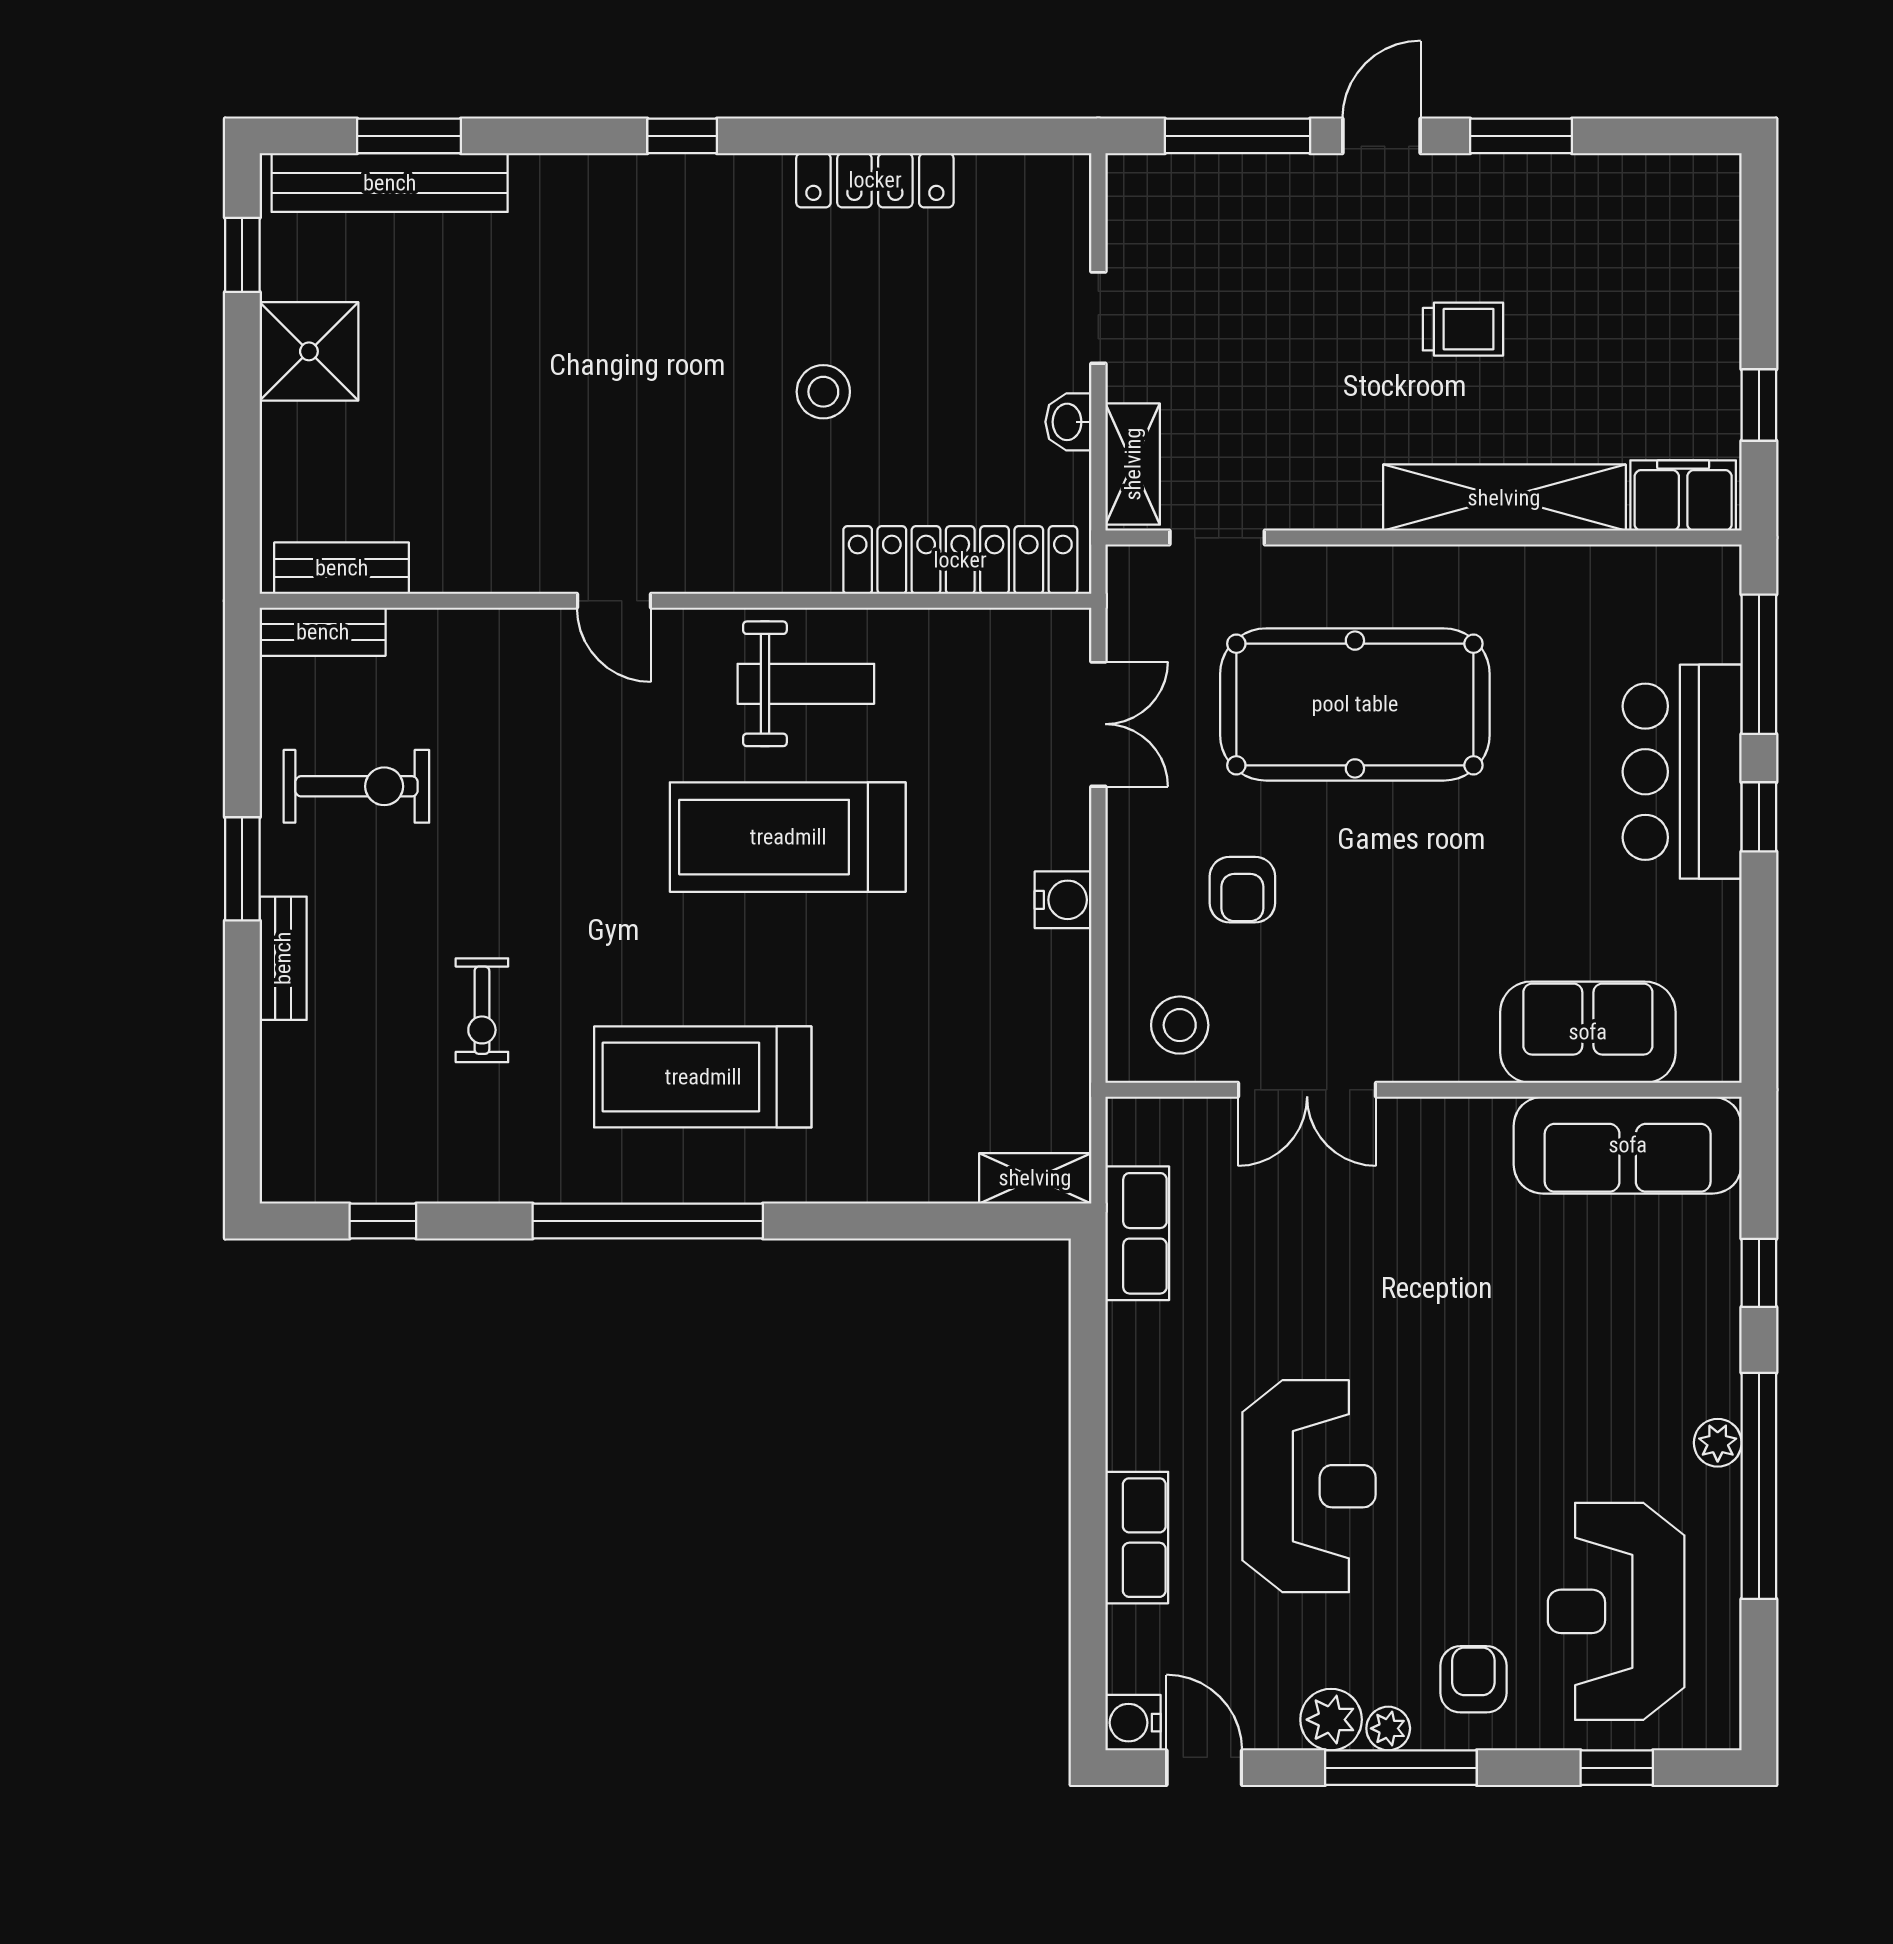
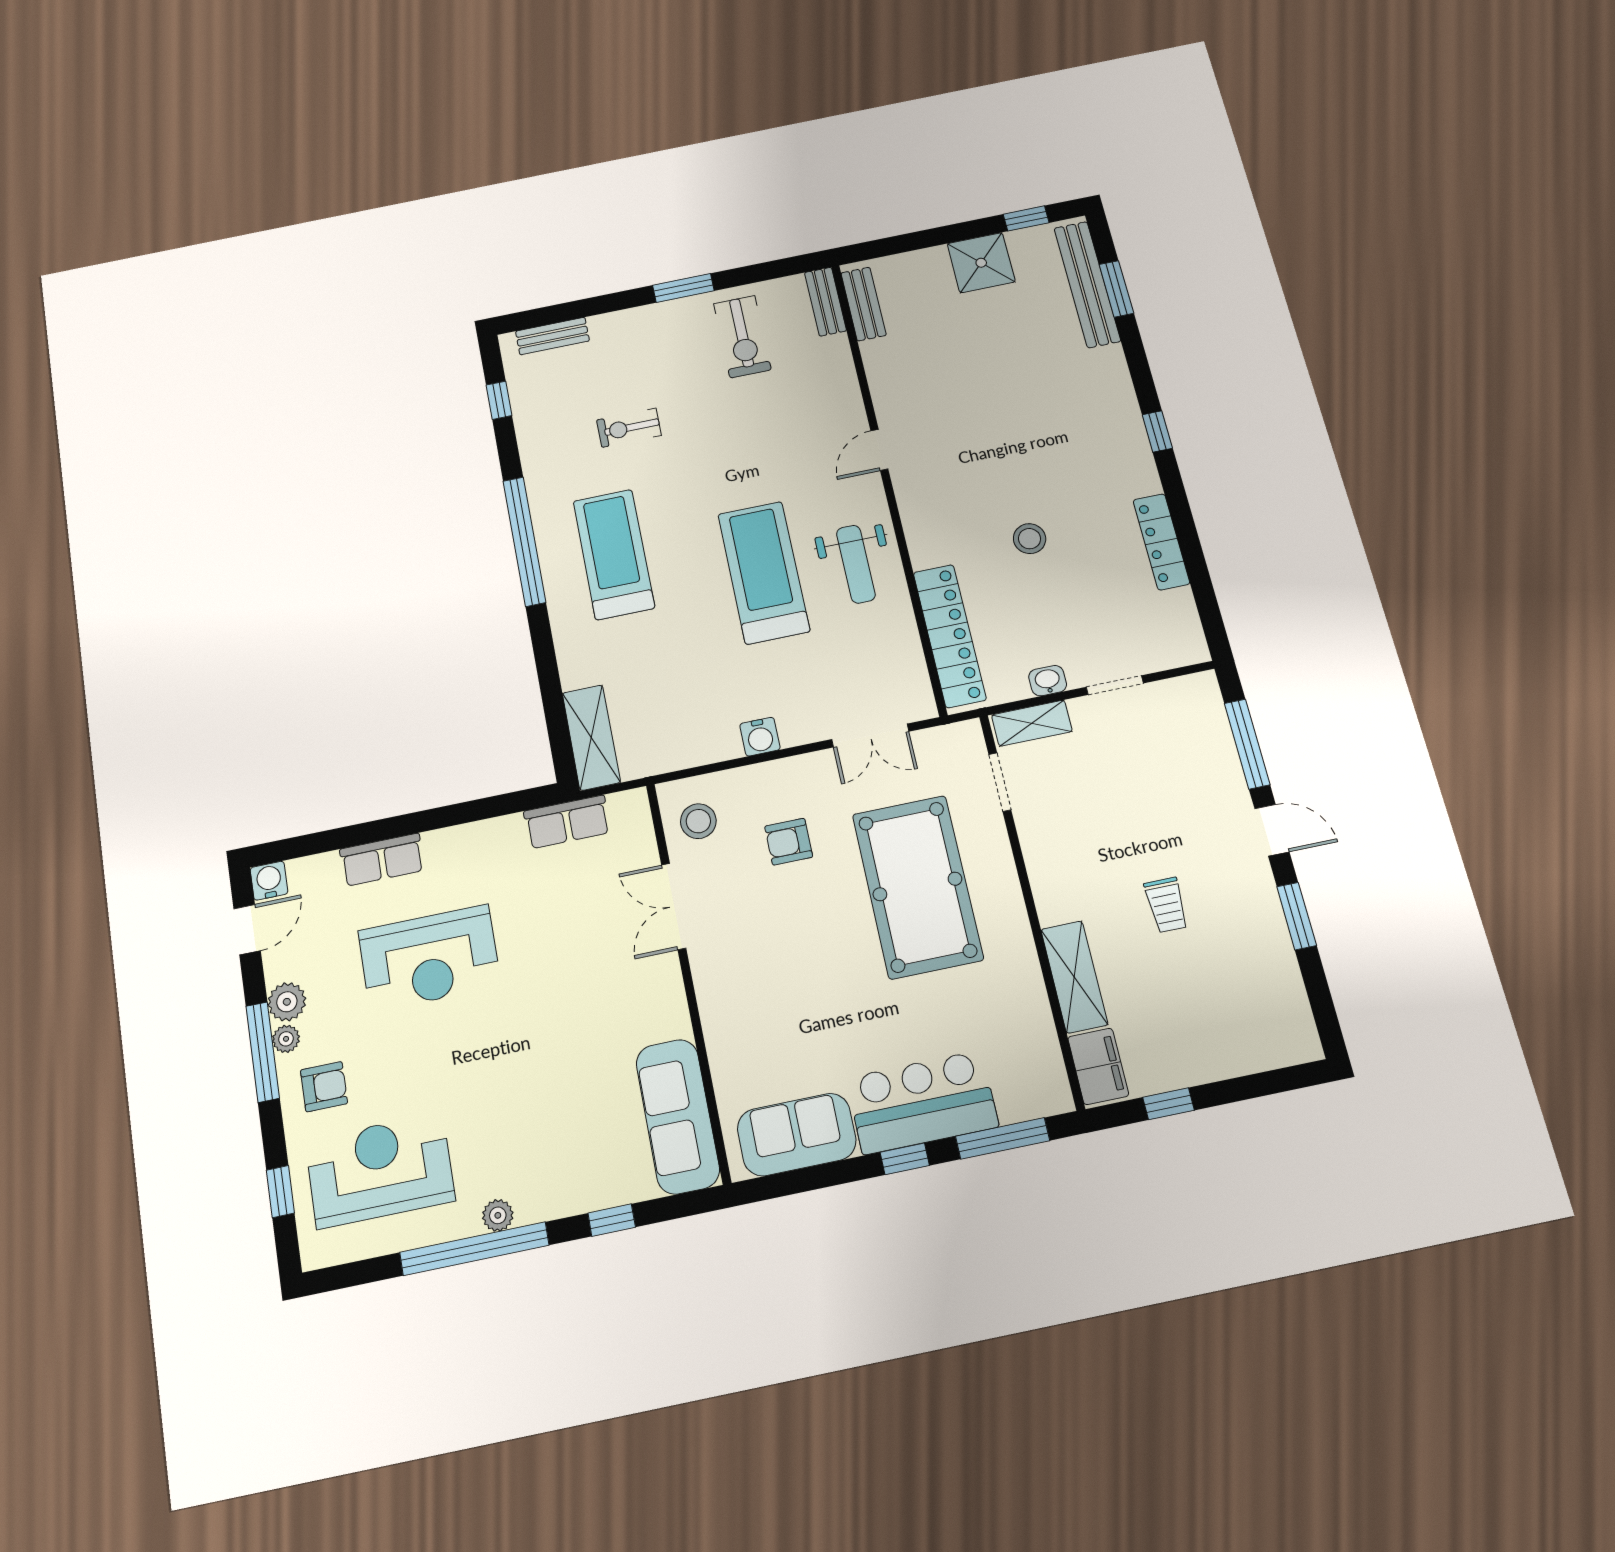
shelving: (1504, 498) -> (1074, 977), width x0.68
bench: (283, 958) -> (552, 336), moved
sofa: (1588, 1032) -> (797, 1135), moved, turned -90
shelving: (1035, 1178) -> (591, 737), width x1.50, depth x1.33

